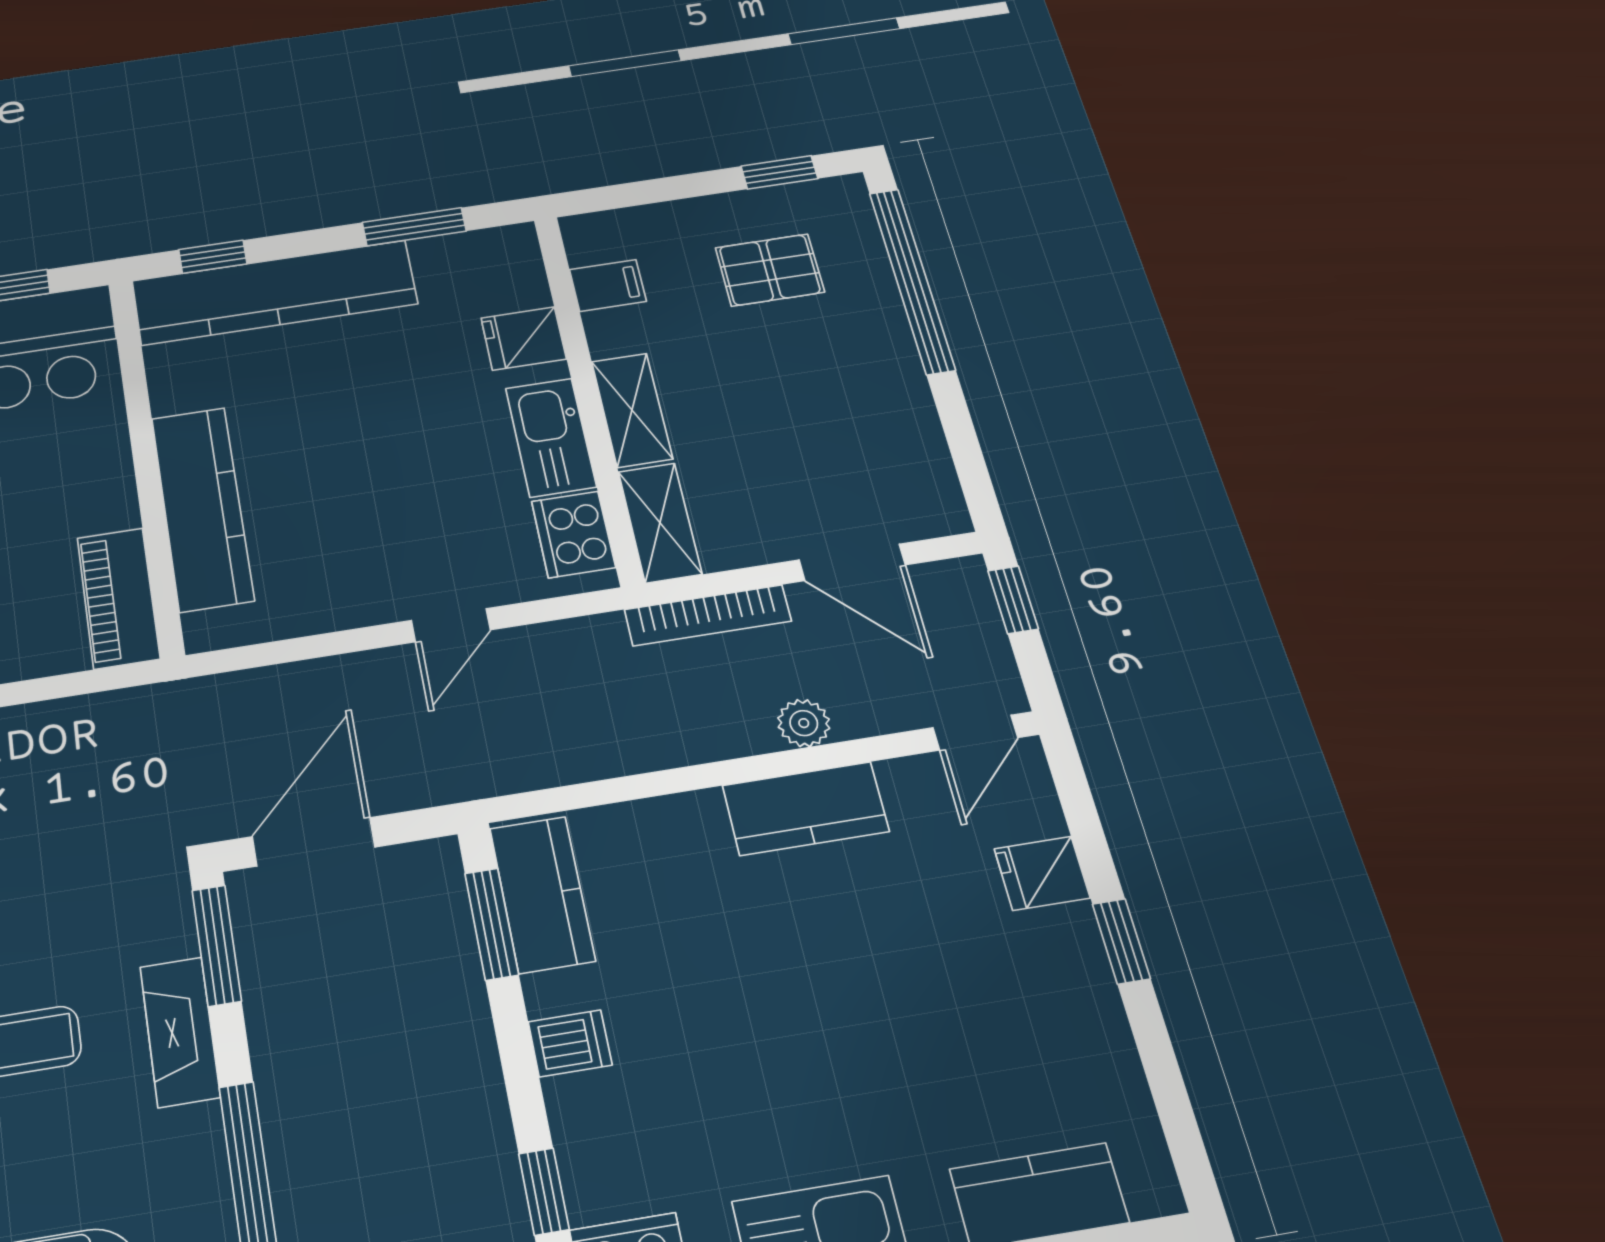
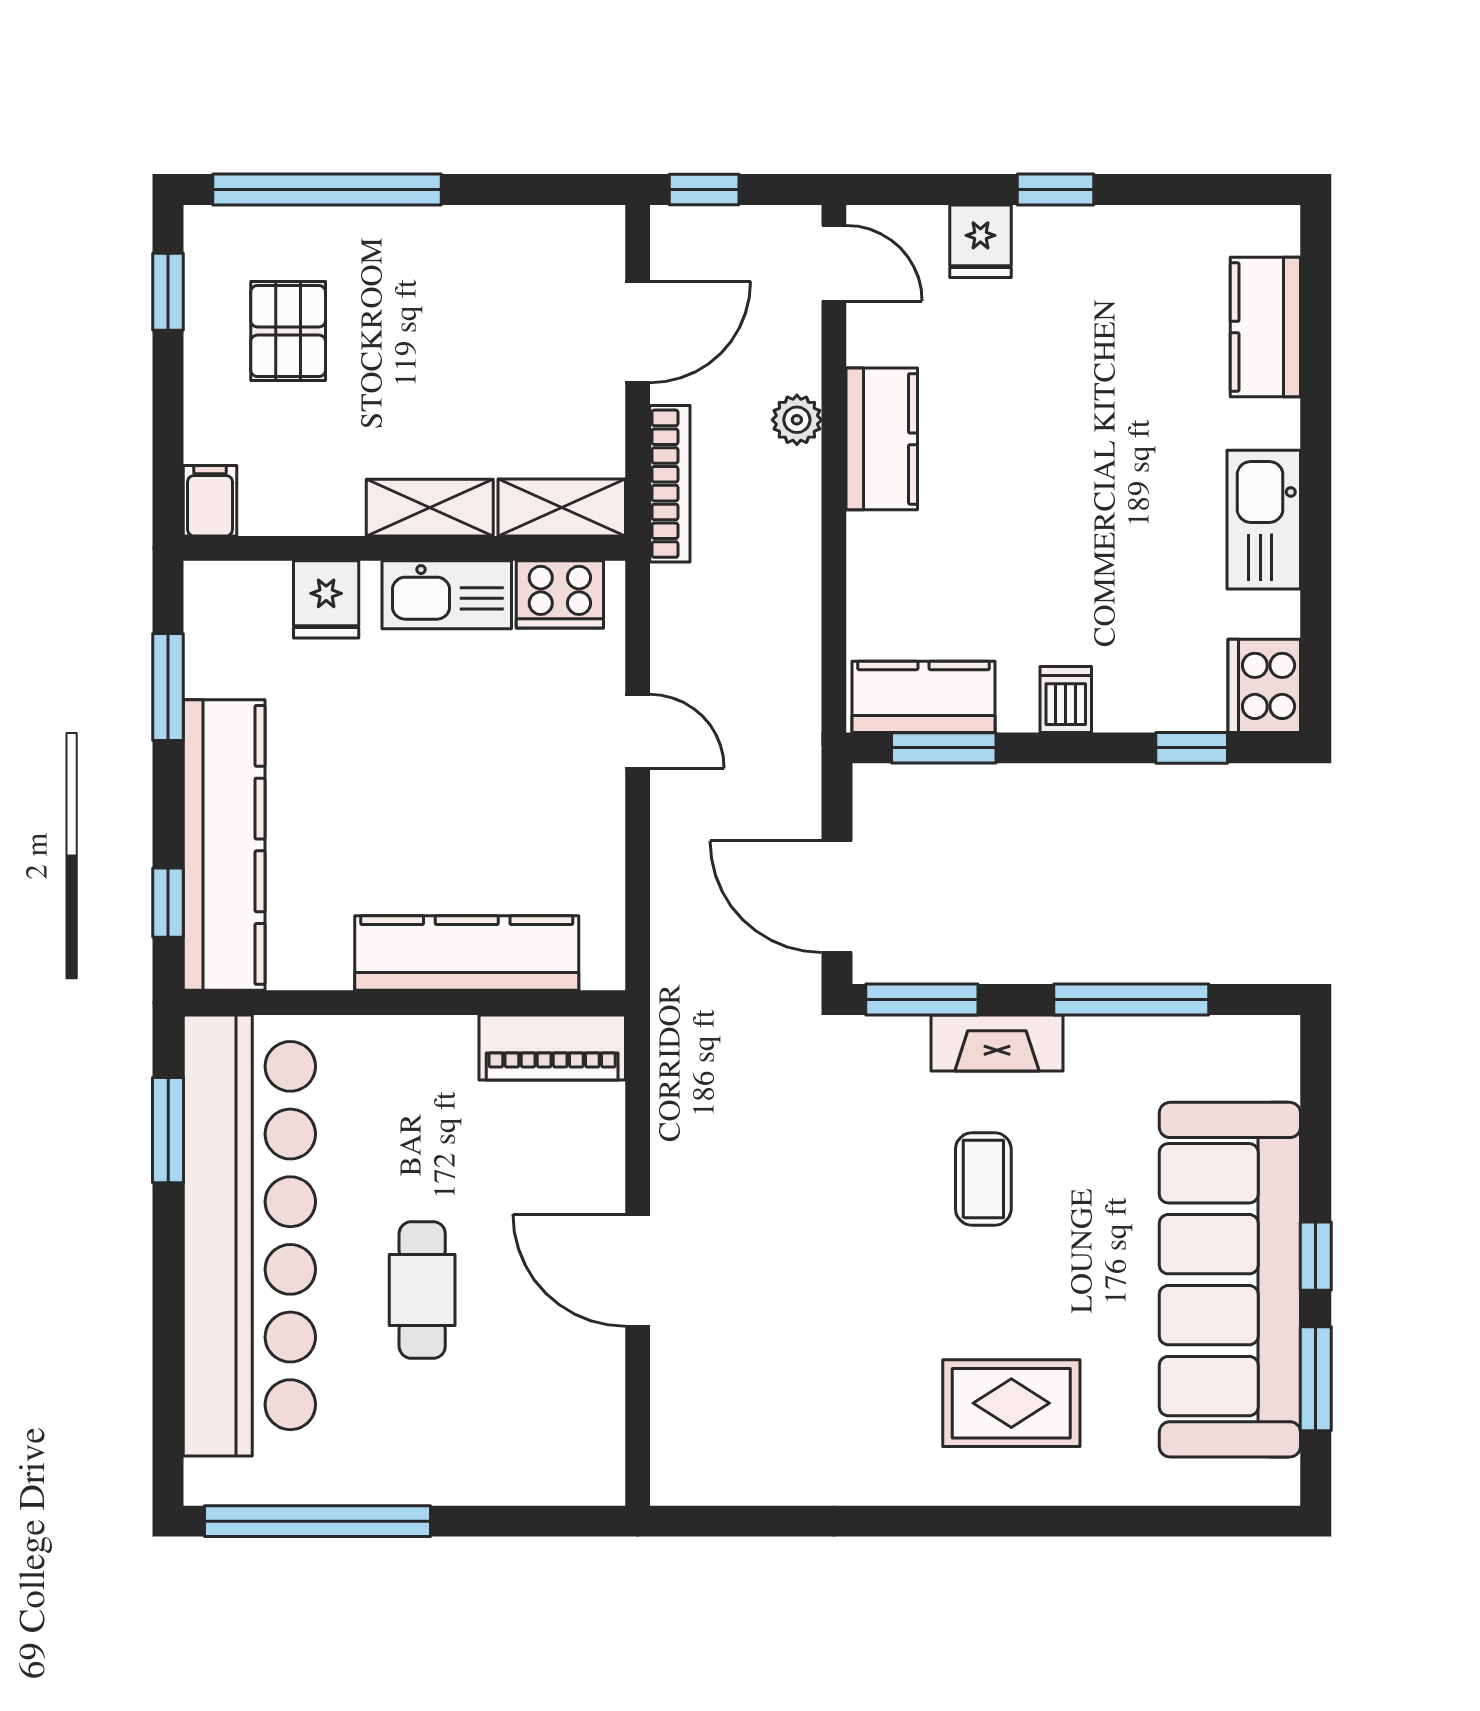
filing cabinet: (608, 285) -> (210, 501), moved

